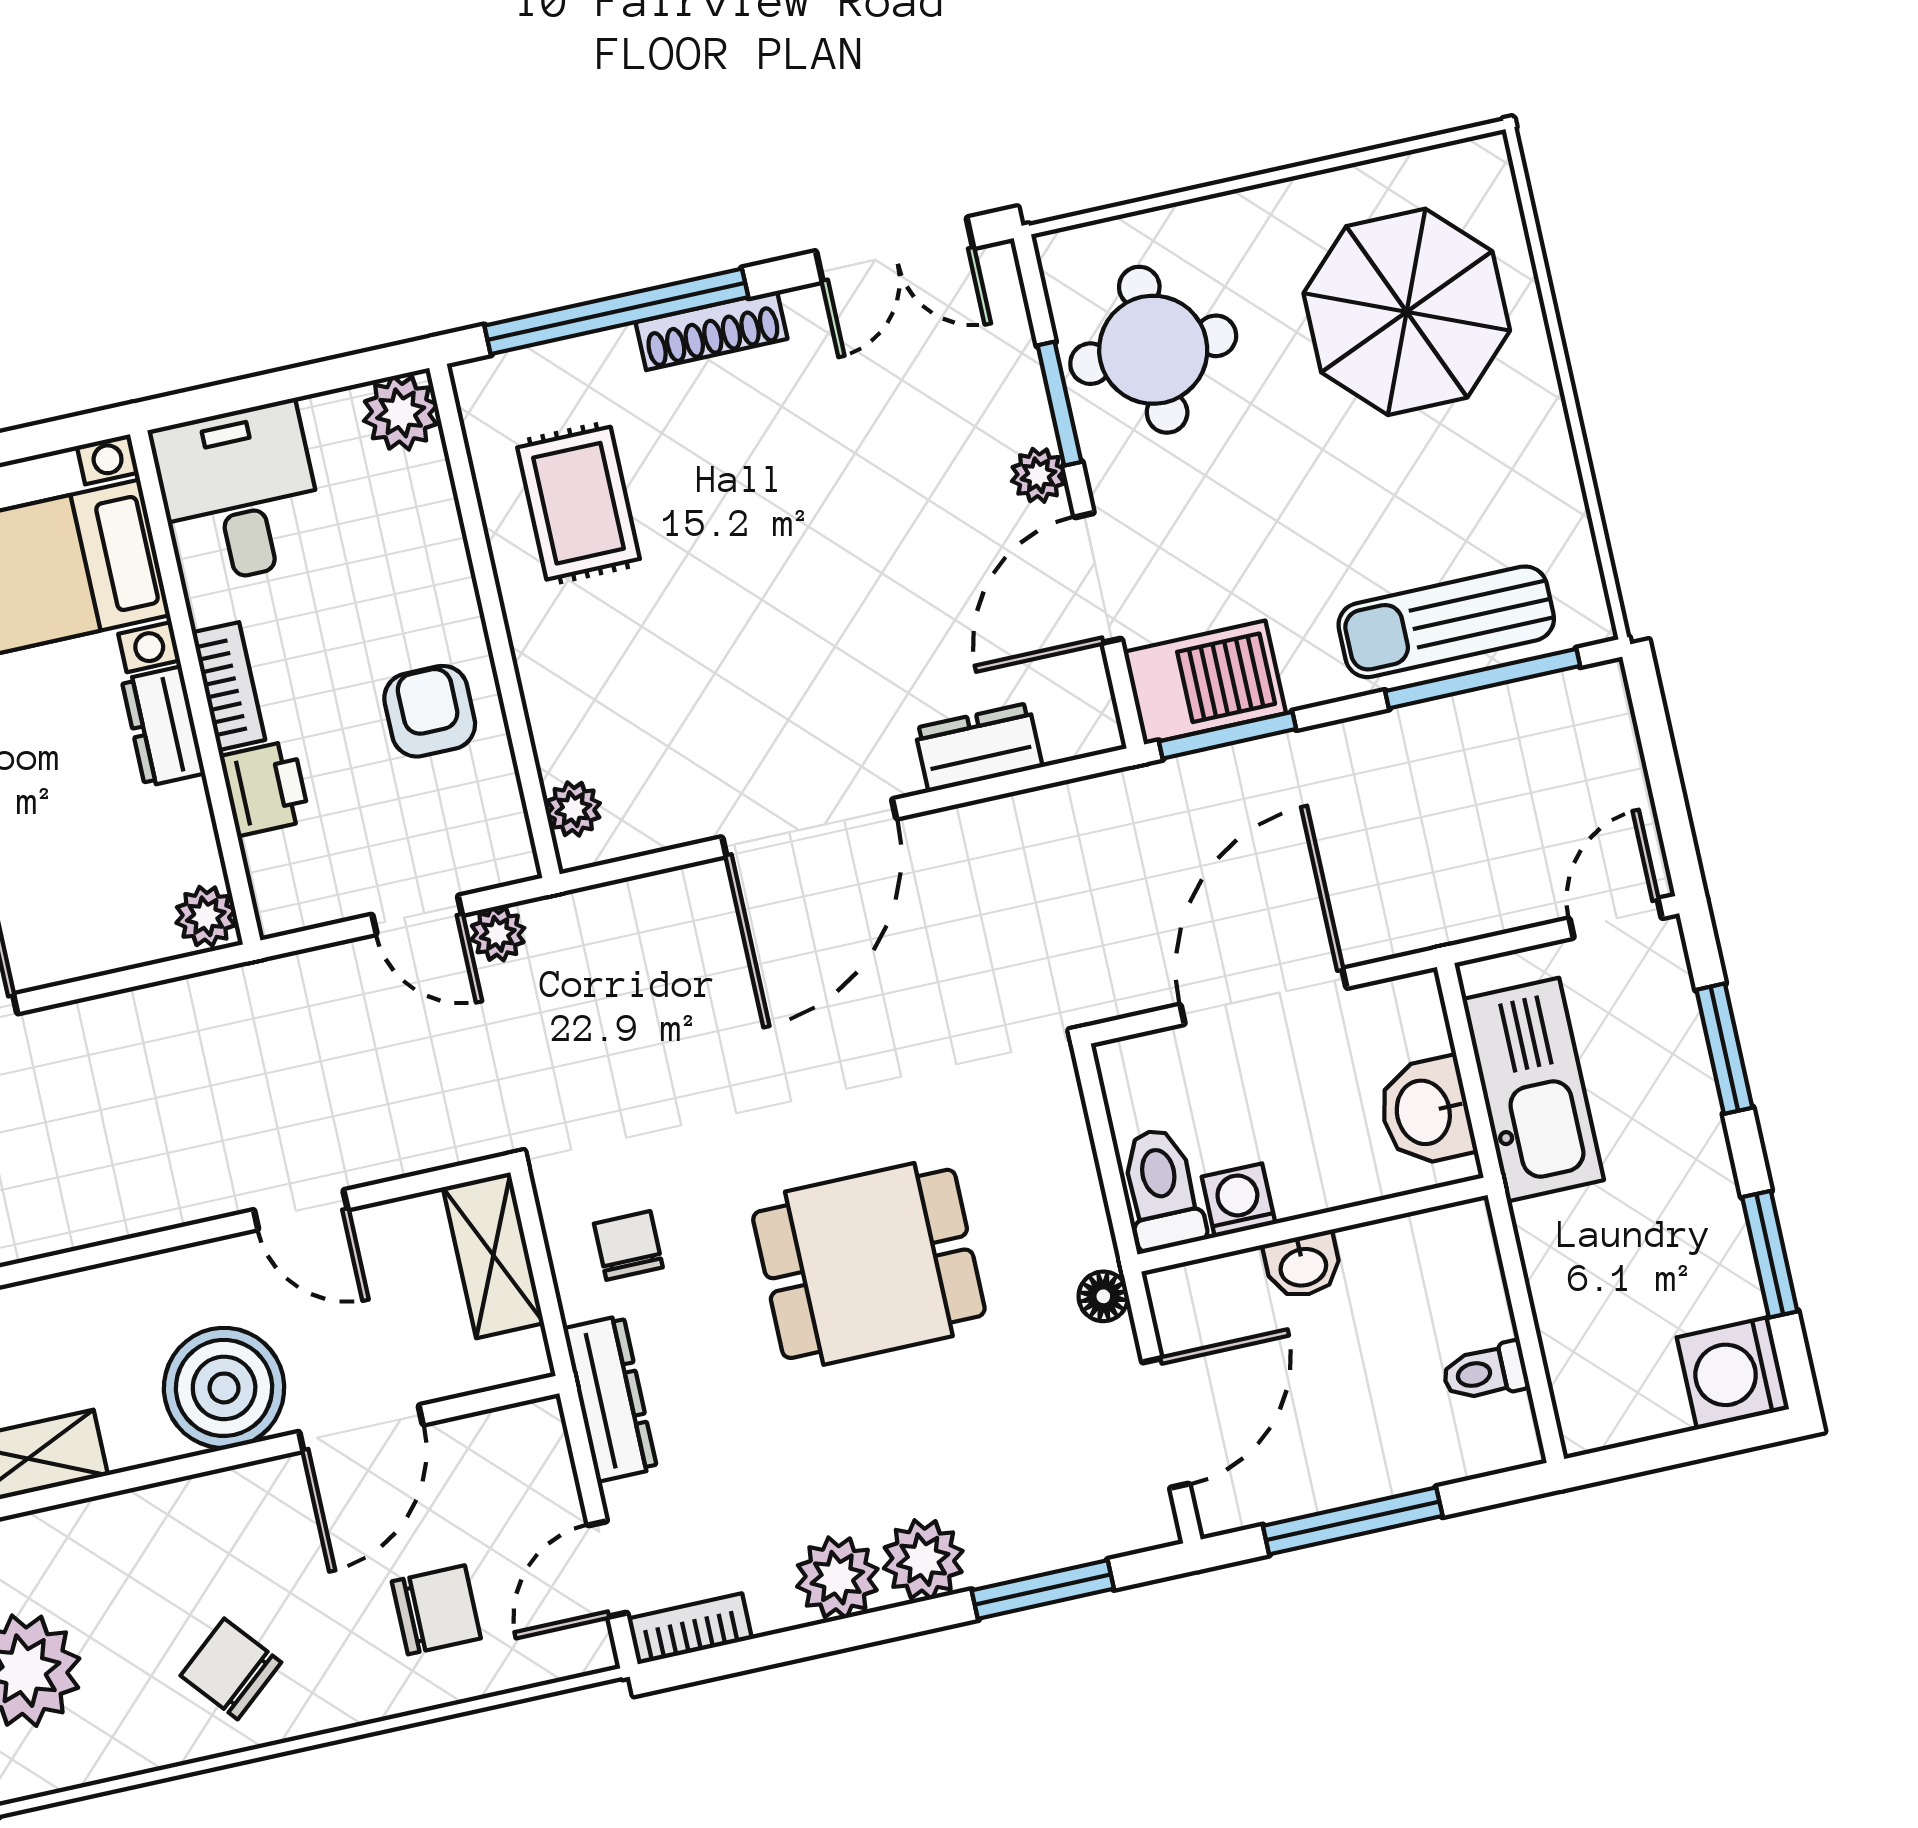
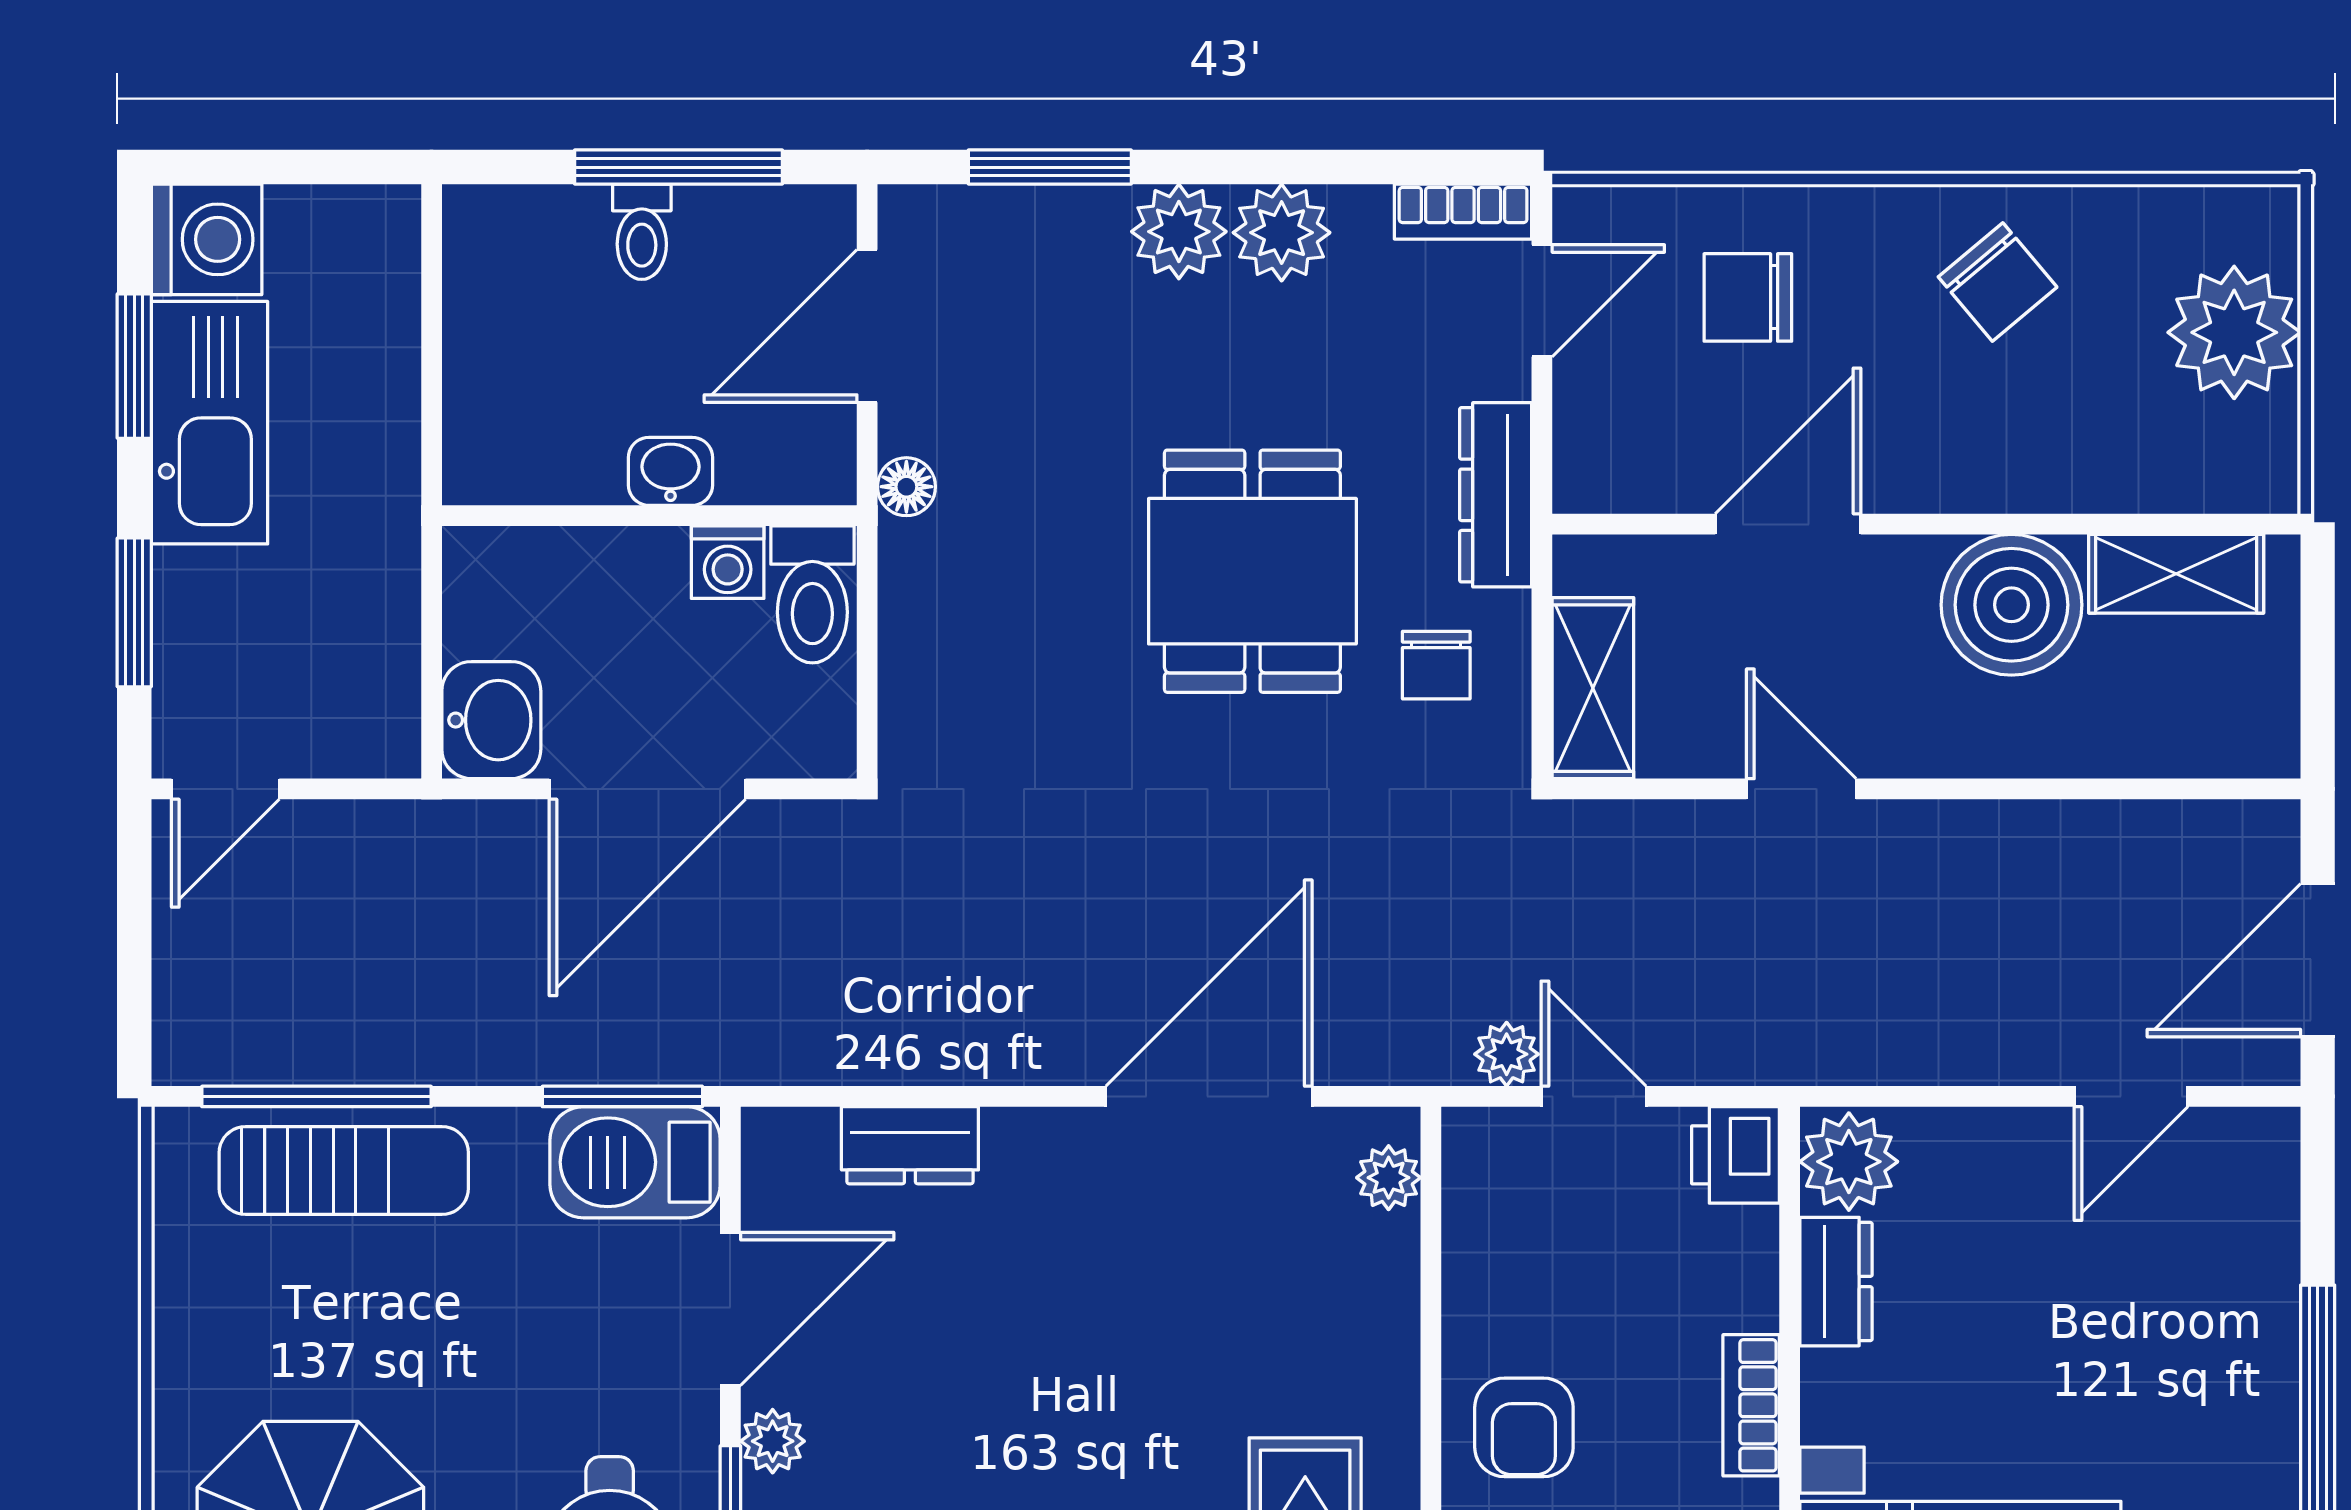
armchair: (430, 711) -> (1524, 1427), moved
dresser: (163, 726) -> (1836, 1282), moved
printer: (265, 788) -> (1736, 1155), moved
door: (809, 828) -> (1209, 1096), moved
plant: (206, 916) -> (1849, 1162), width x1.38, depth x1.38
kitchen sink: (1533, 1090) -> (210, 423), moved, turned 180
washbasin: (1426, 1112) -> (491, 720), moved
dining table: (869, 1264) -> (1252, 571), moved, turned 90
toilet: (1485, 1372) -> (642, 232), moved, turned 90
boiler: (224, 1388) -> (2011, 605), moved

